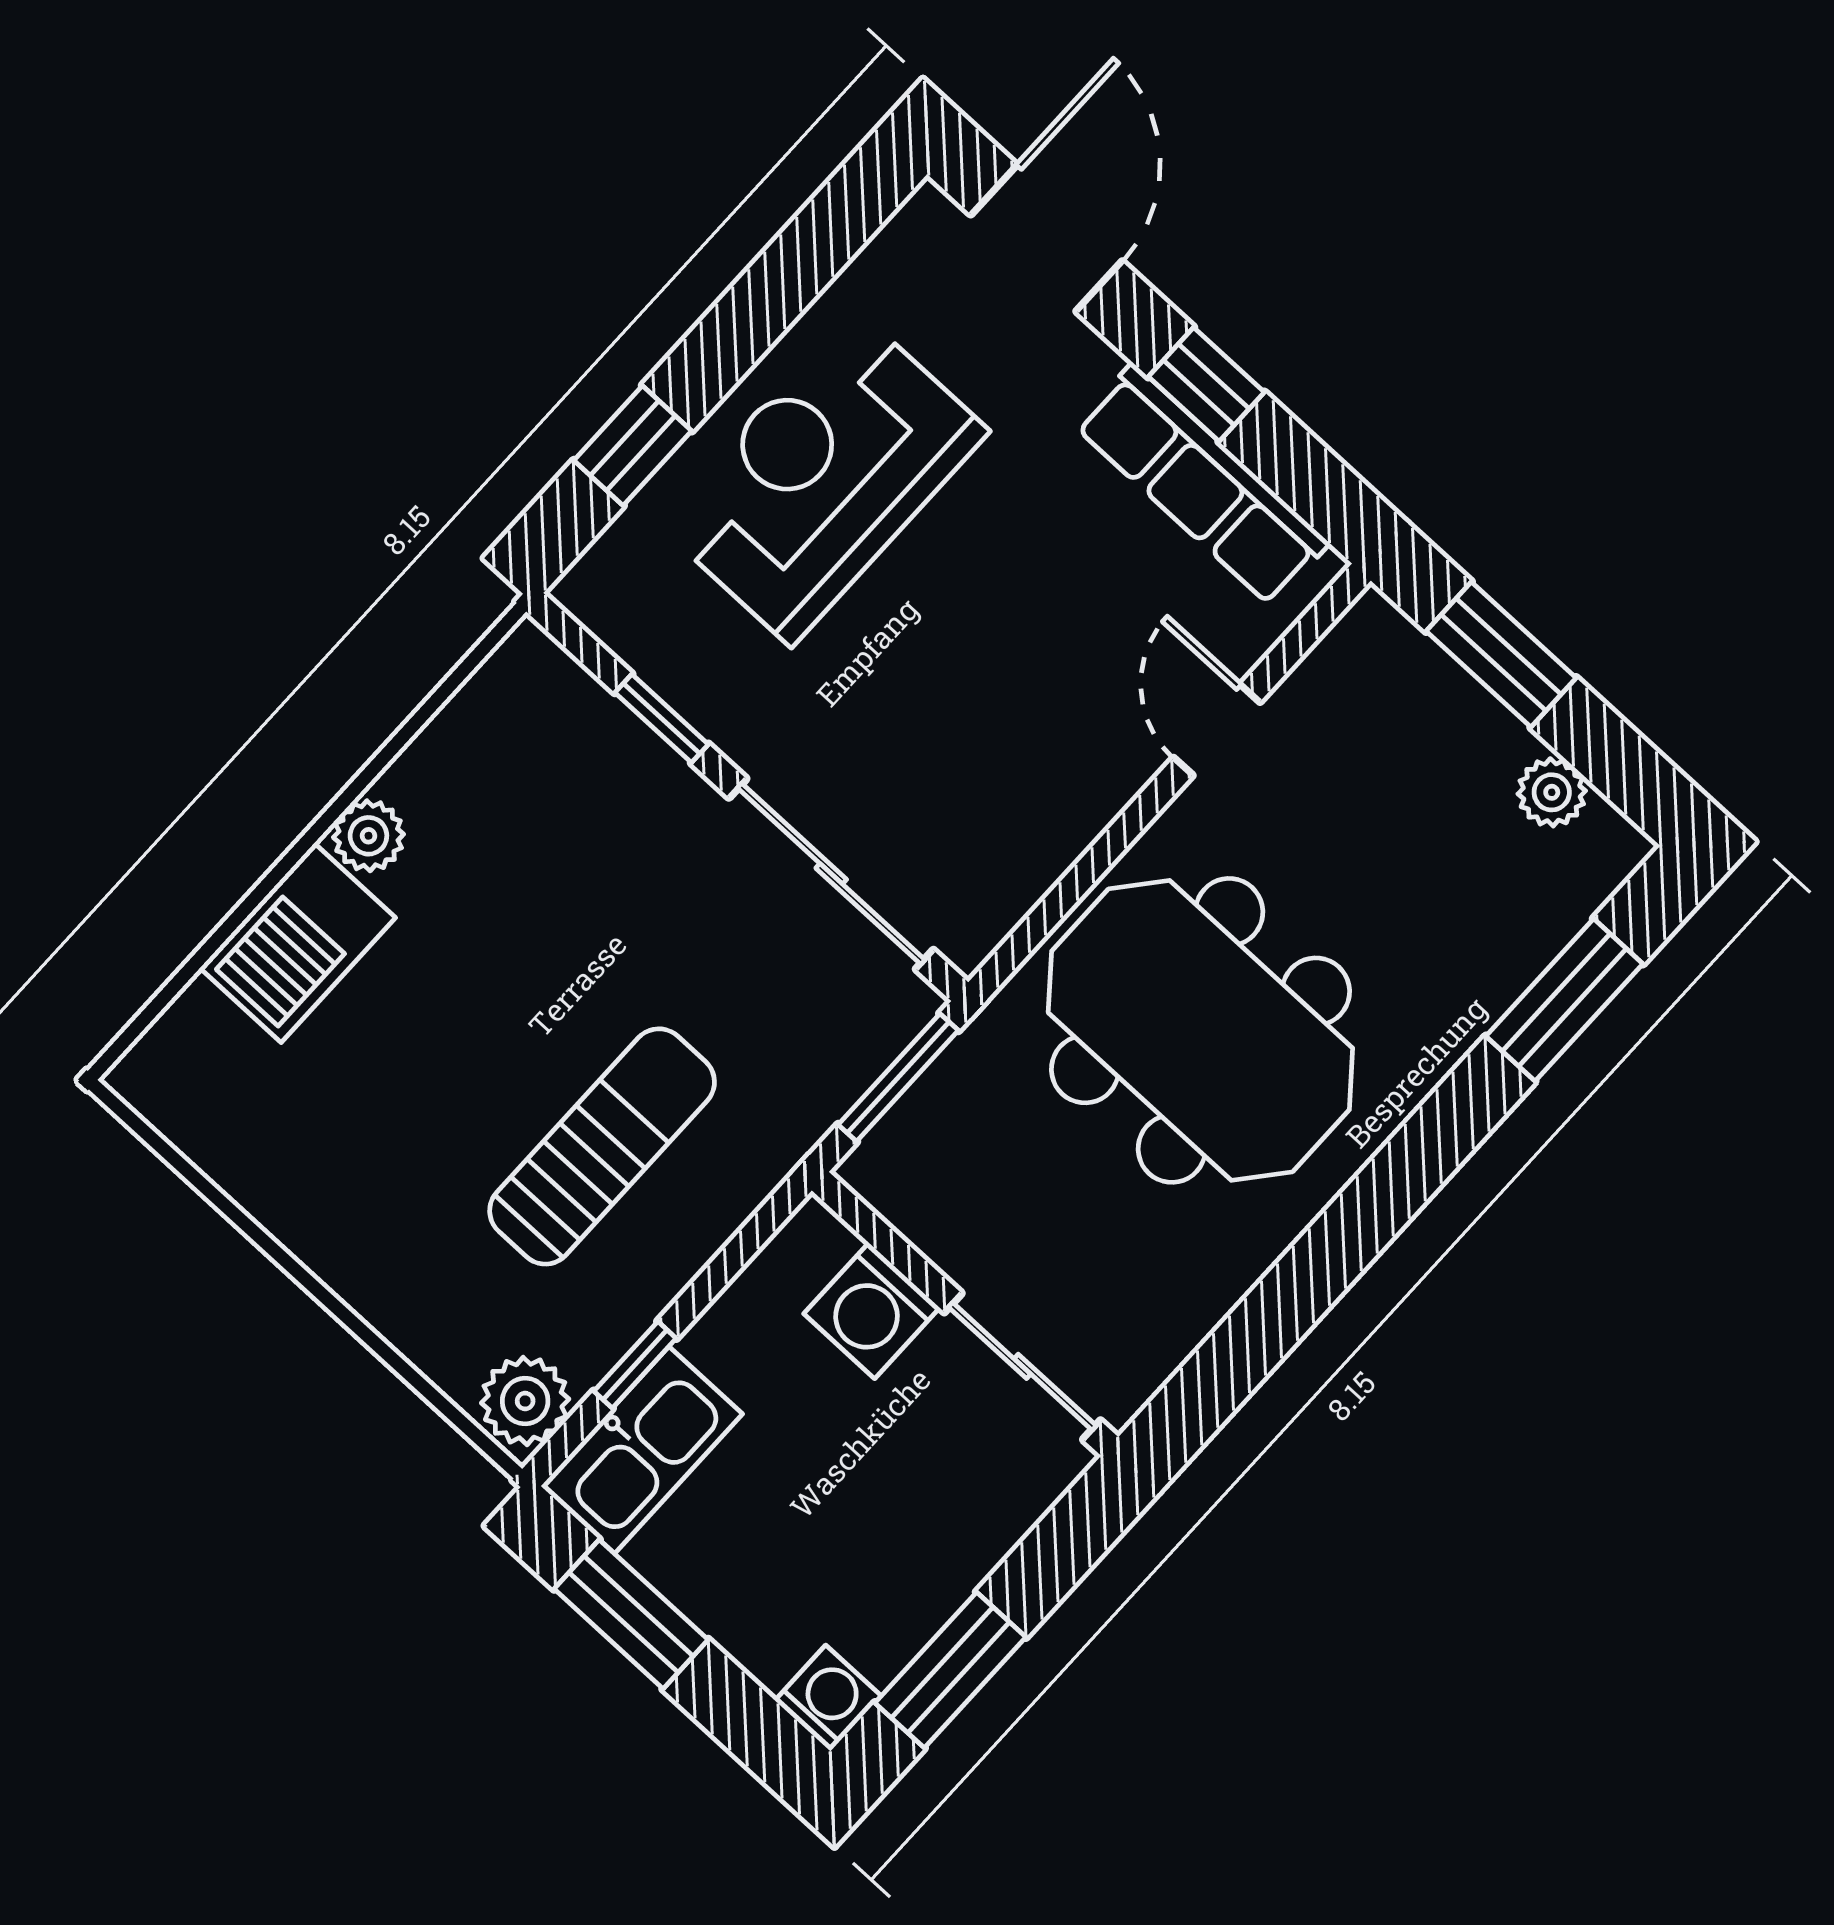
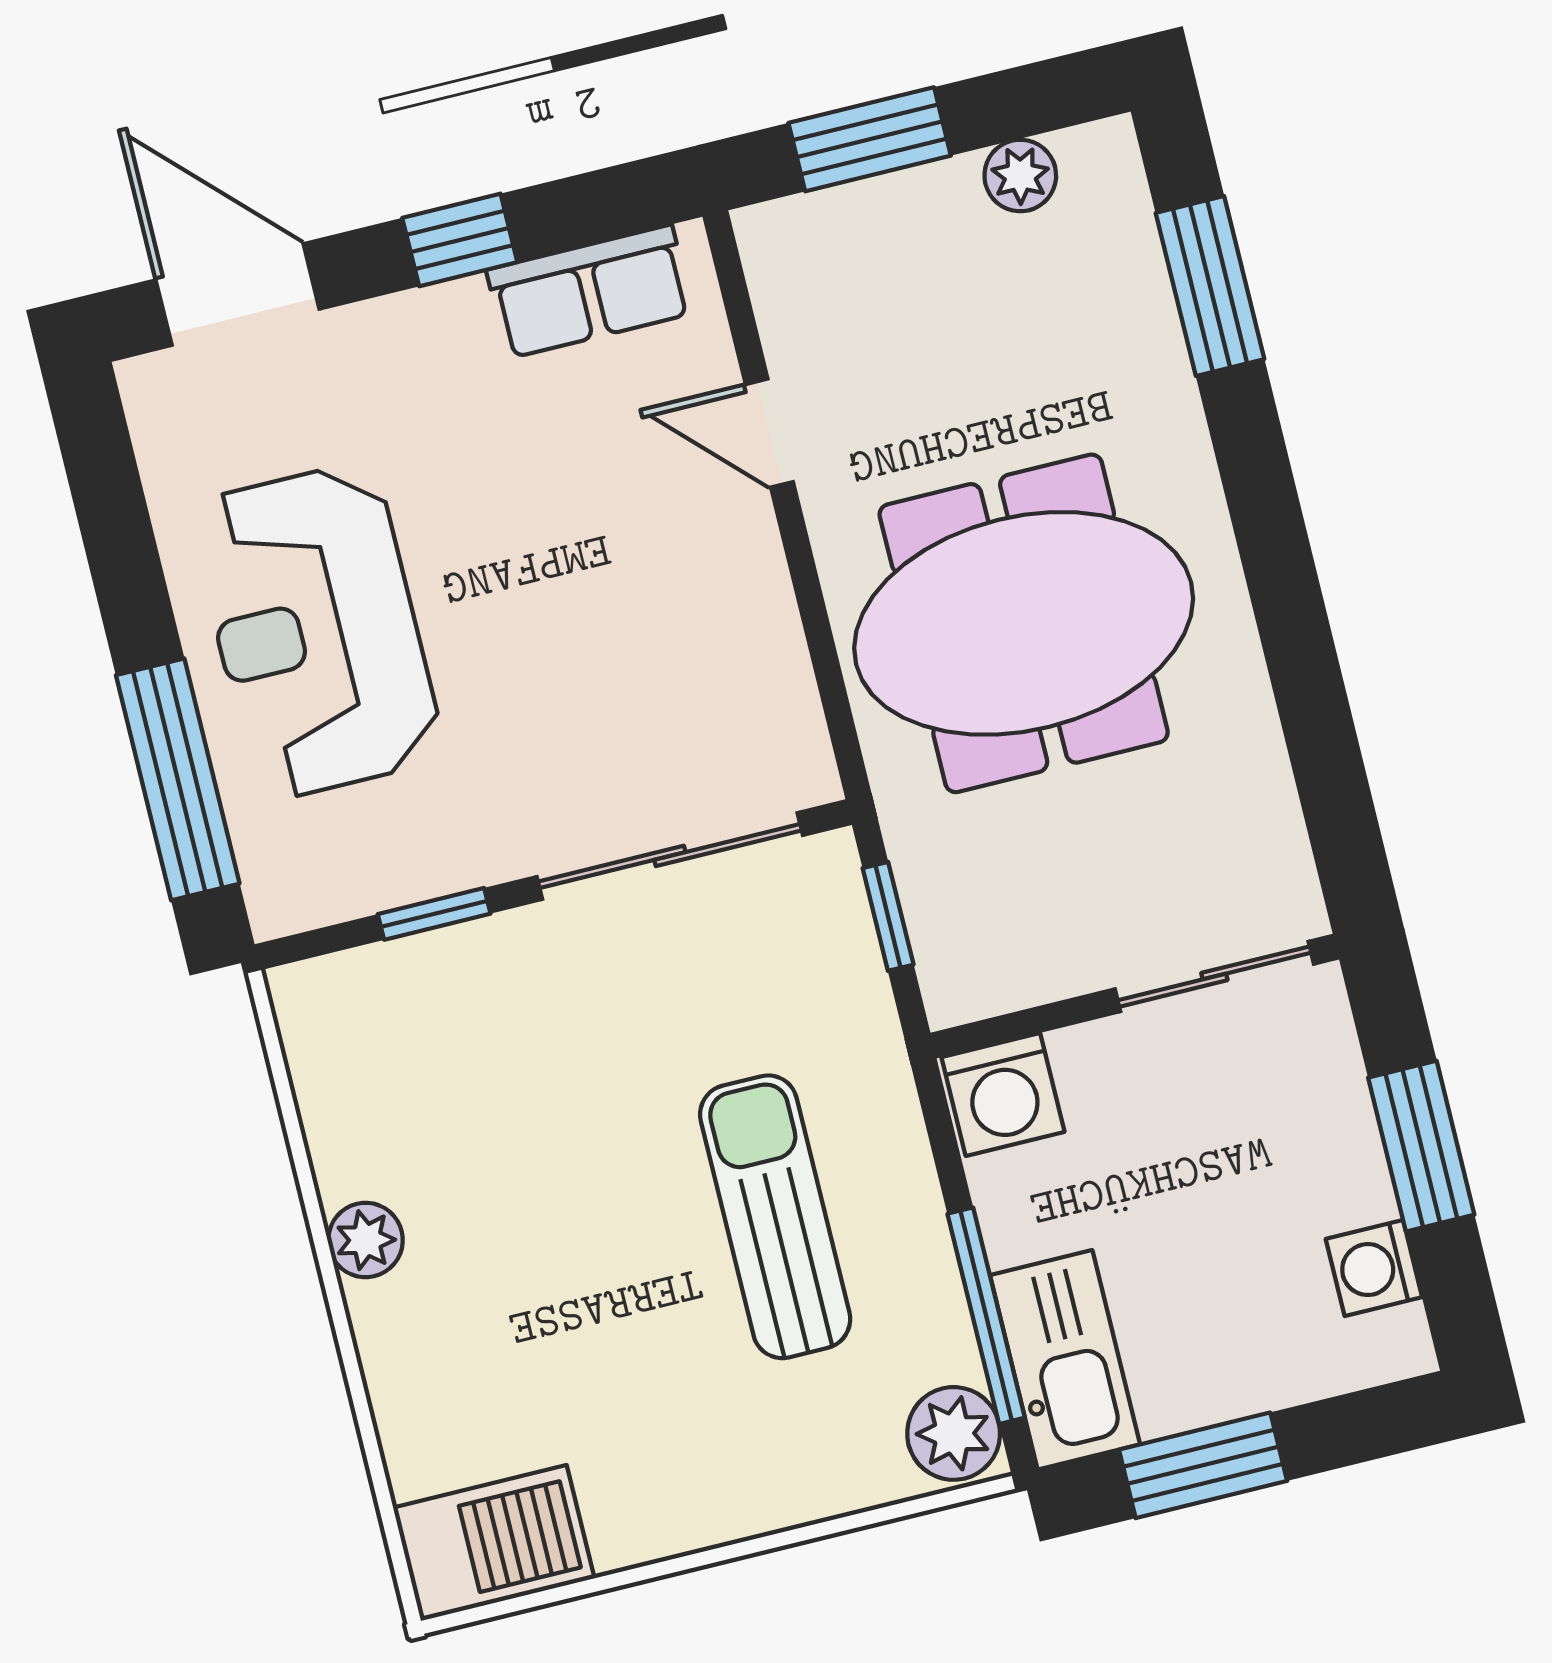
window: (633, 446) -> (178, 779), width x2.17
row of seats: (1202, 485) -> (590, 292), width x0.68
barbecue: (298, 943) -> (494, 1543), moved, turned -90
window: (898, 1077) -> (888, 916), width x0.67
washing machine: (872, 1311) -> (1003, 1094), moved
window: (635, 1365) -> (986, 1316), width x2.17
window: (950, 1670) -> (1421, 1146), moved
washing machine: (828, 1698) -> (1374, 1268), moved, turned -90

